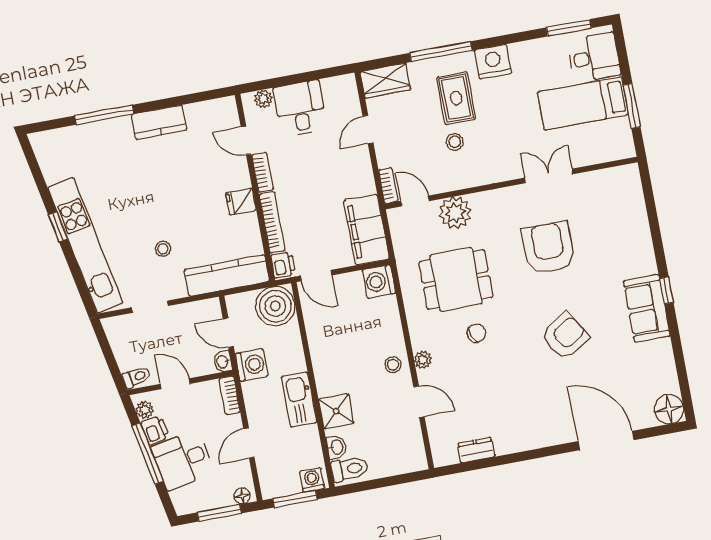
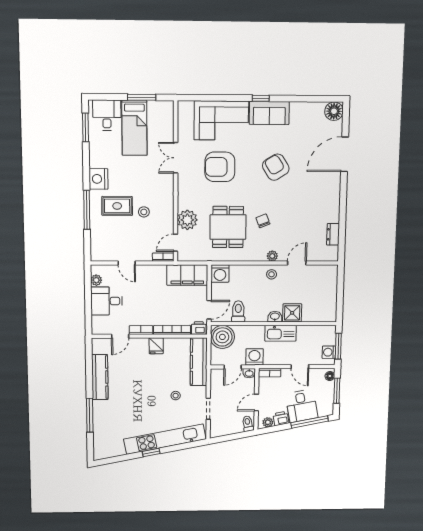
wardrobe: (385, 81) -> (99, 247), removed
plant: (263, 99) -> (96, 280), moved
kitchen counter: (159, 122) -> (100, 377), width x1.50
corner sofa: (620, 236) -> (221, 120), added
washbasin: (337, 447) -> (275, 317), moved
window: (148, 454) -> (310, 422), moved
toilet: (350, 469) -> (238, 311), moved
washing machine: (312, 480) -> (329, 352), moved

